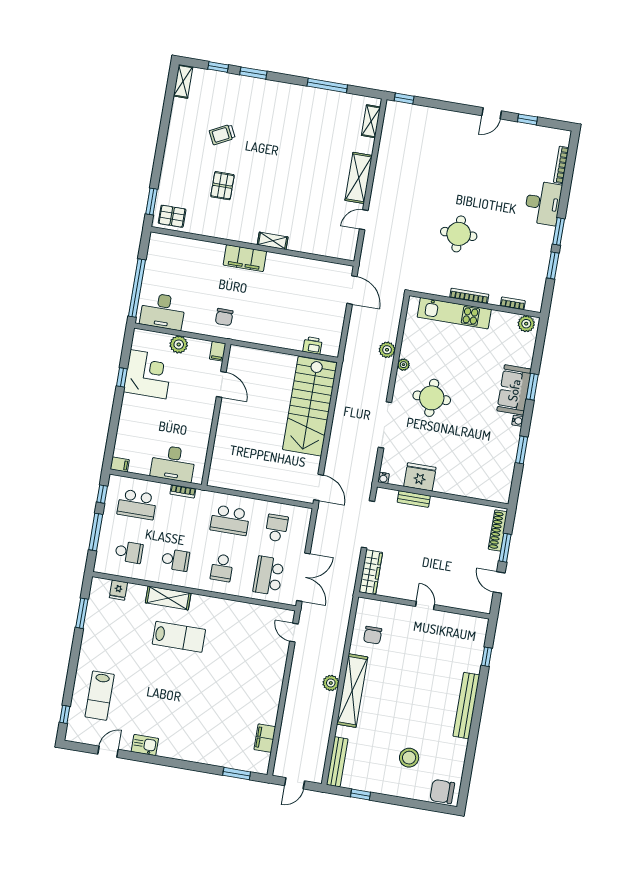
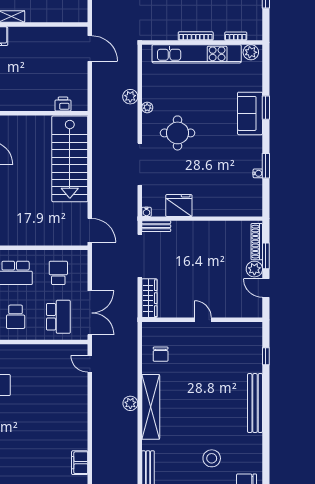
kitchen unit: (454, 313) -> (197, 54), width x1.36
water cooler: (518, 421) -> (258, 173), moved
bench: (414, 499) -> (156, 226), moved
plant: (490, 560) -> (254, 269), added
school desk: (268, 576) -> (58, 317), turned 180

